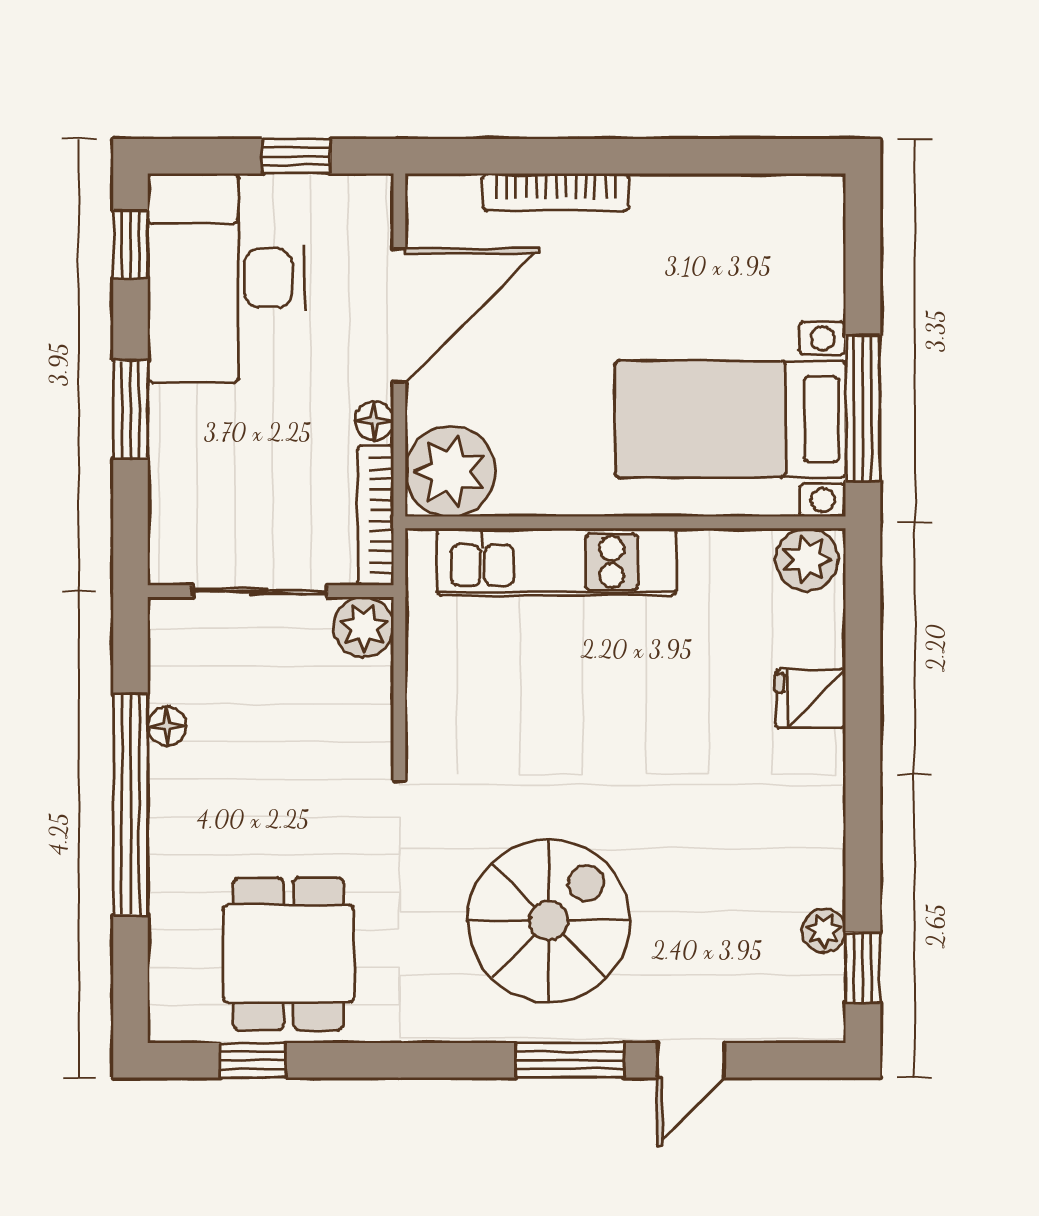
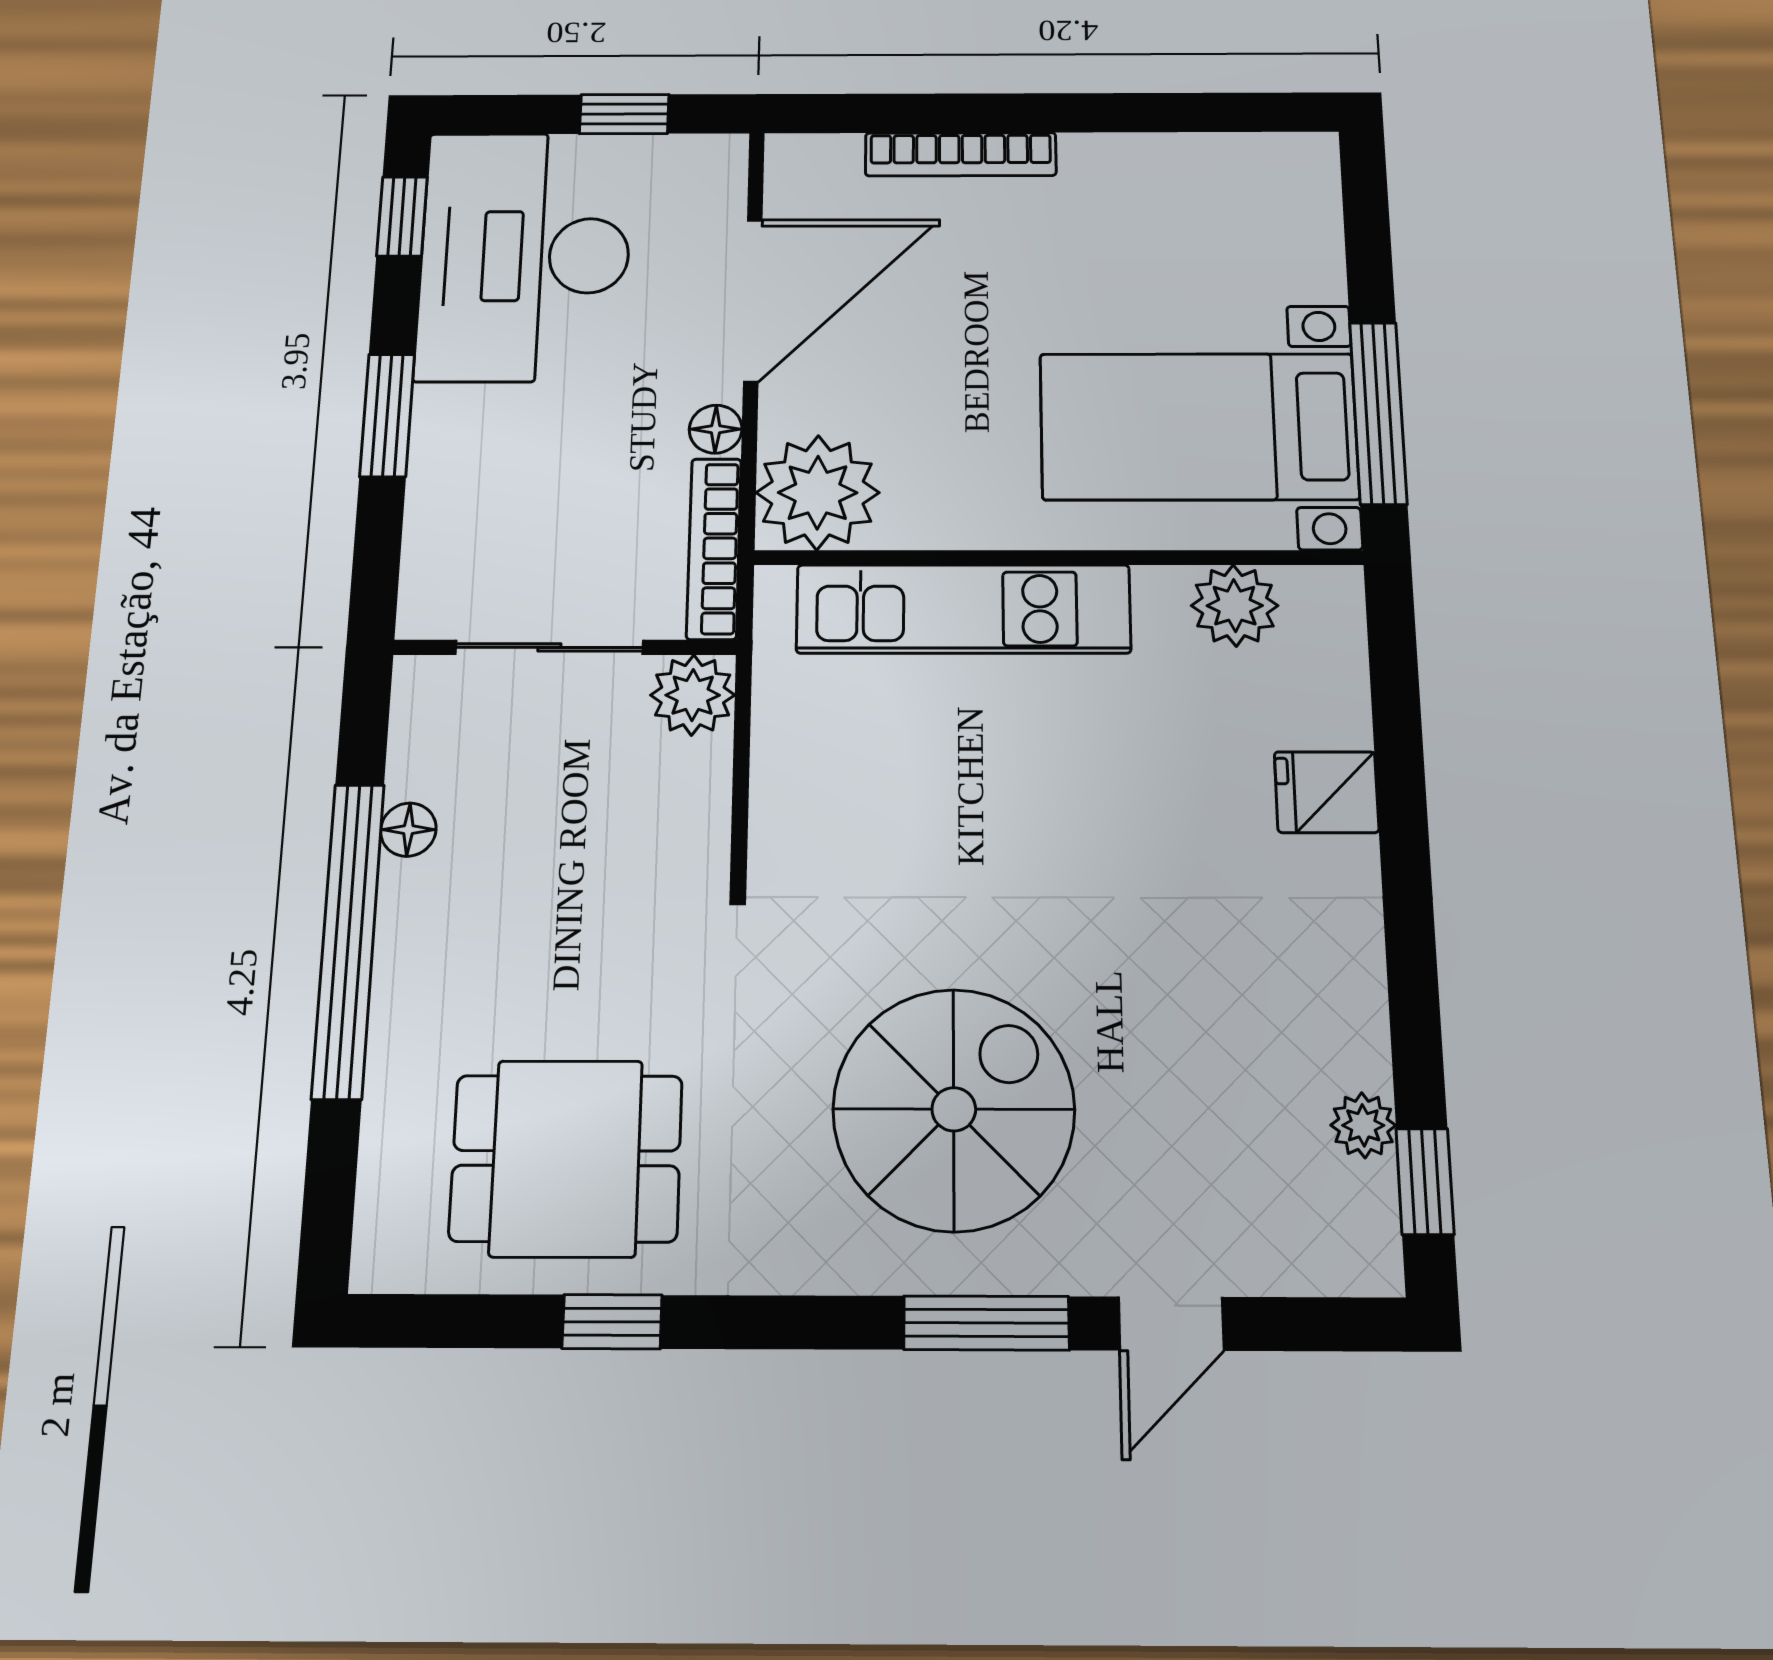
plant: (807, 559) -> (1235, 606), moved
dining table: (288, 954) -> (566, 1158), turned 90
window: (253, 1060) -> (612, 1322), moved

